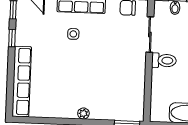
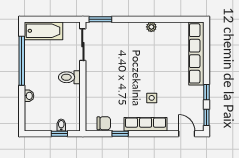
sliding door: (150, 34) -> (83, 45), moved
plant: (83, 113) -> (151, 27), moved

